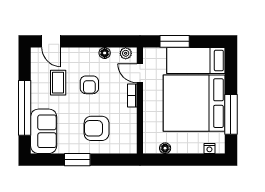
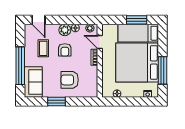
window: (175, 41) -> (137, 20), moved
plant: (89, 56) -> (65, 30), added

